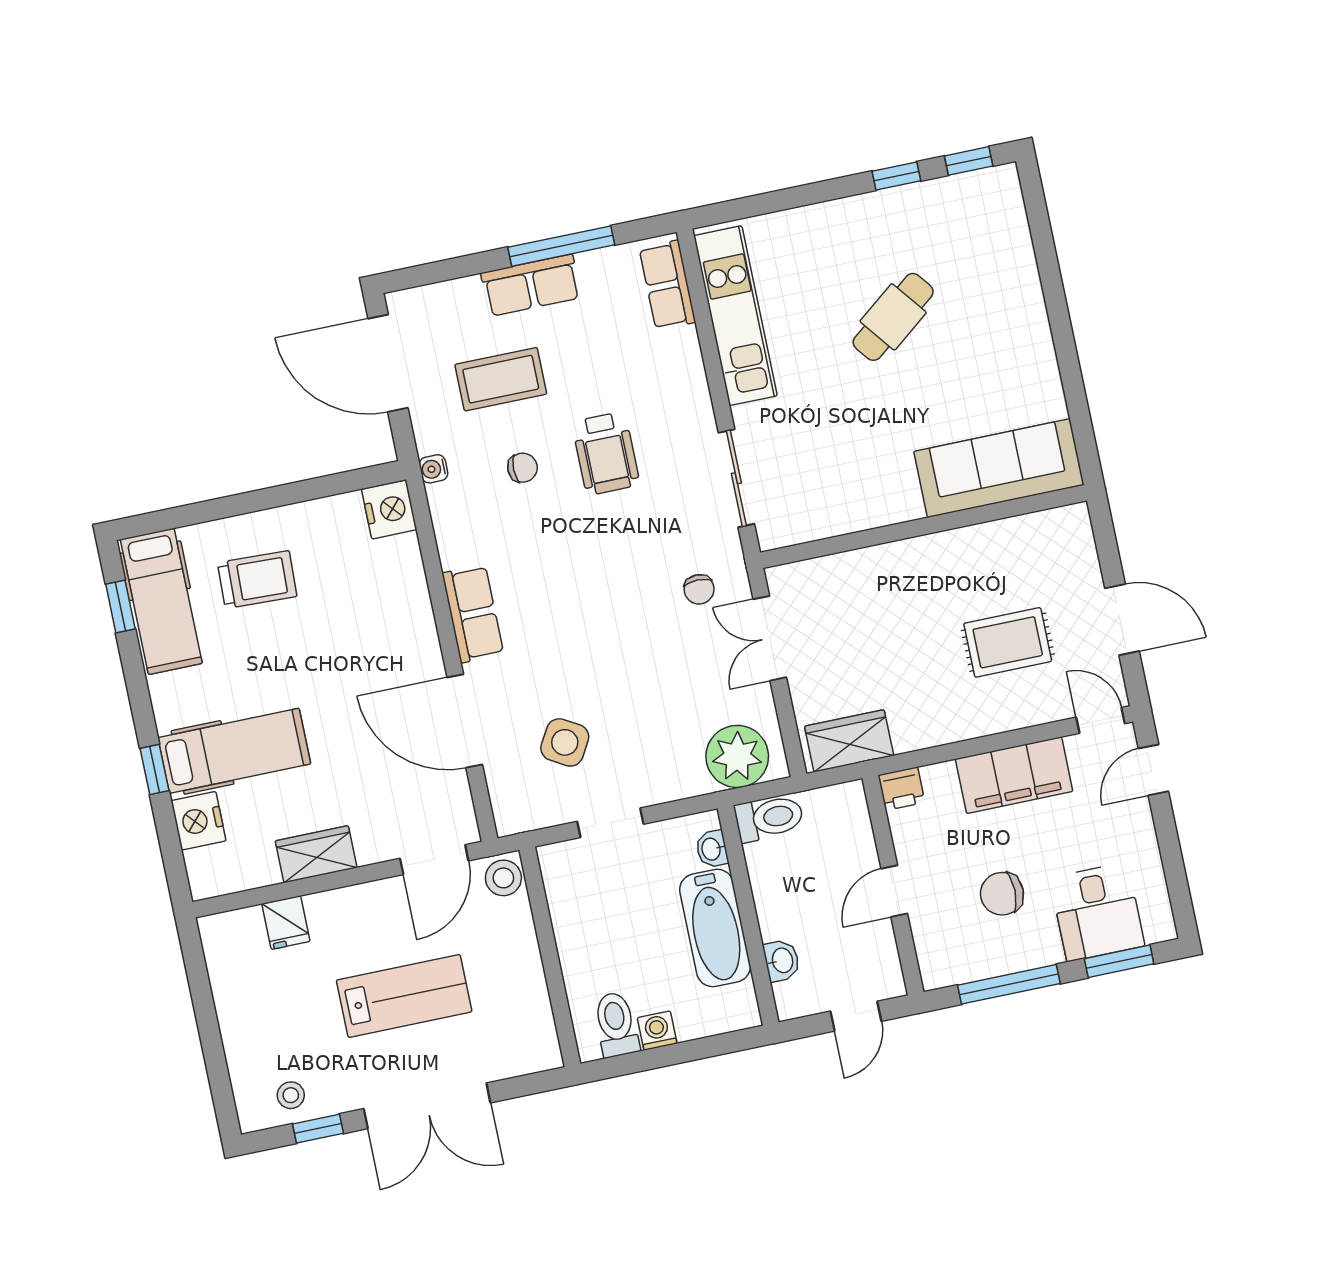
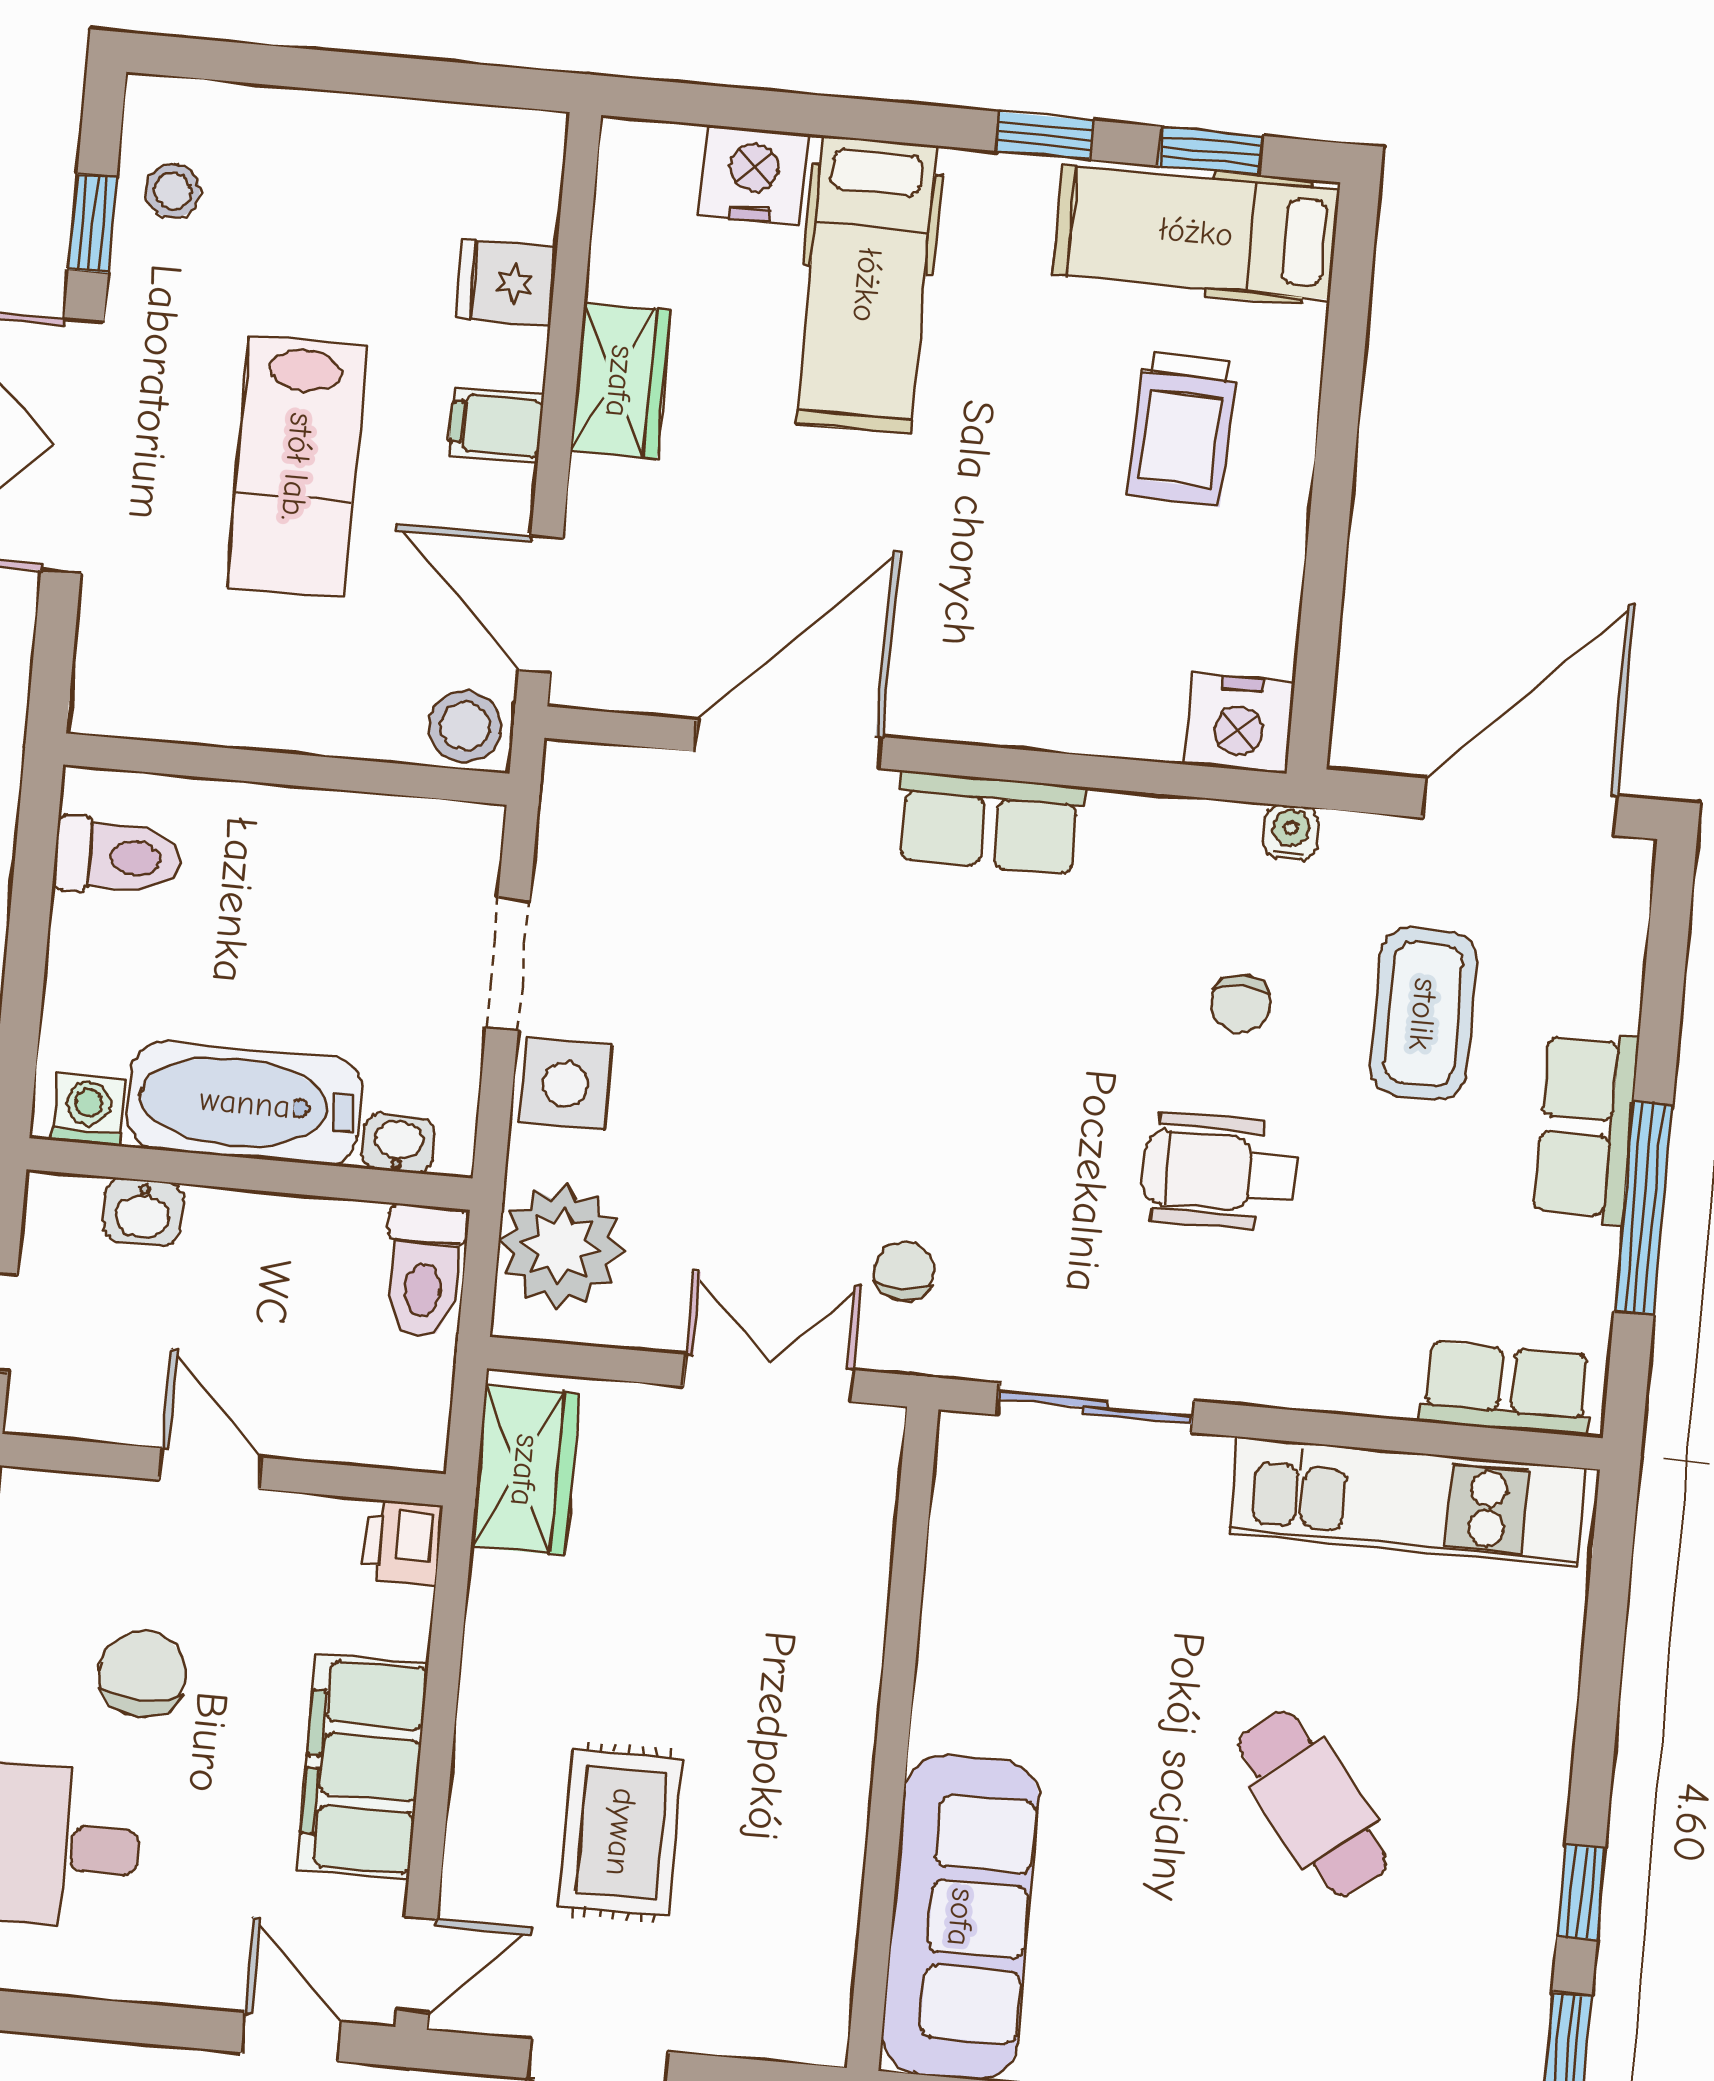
chair: (699, 589) -> (904, 1271), turned 90
side table: (565, 742) -> (565, 1084), moved, turned -30
window: (154, 769) -> (1045, 136), moved
filing cabinet: (355, 907) -> (496, 425), added
washing machine: (657, 1031) -> (88, 1110), moved, turned -90

